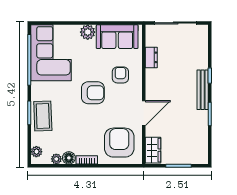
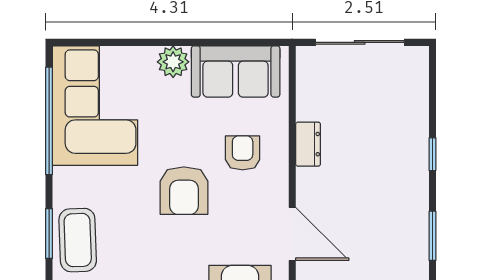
dresser: (151, 57) -> (308, 144), moved
bench: (203, 90) -> (417, 184), removed
armchair: (93, 93) -> (184, 191), turned 90
door: (144, 113) -> (292, 234), hinge flipped

